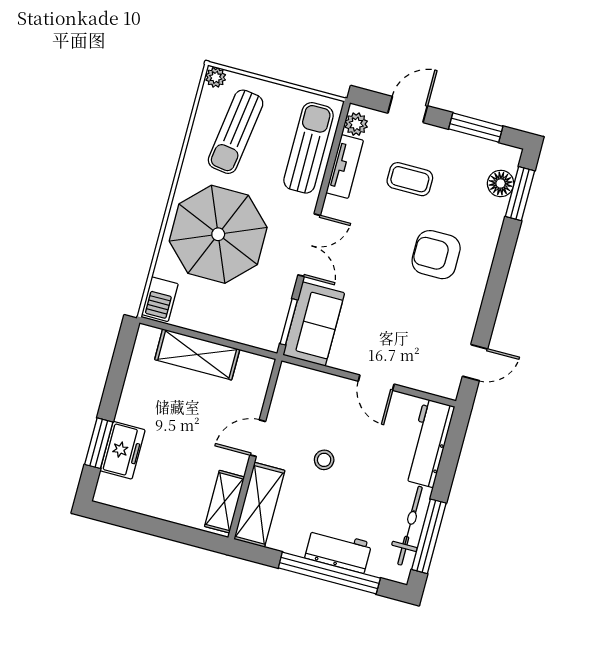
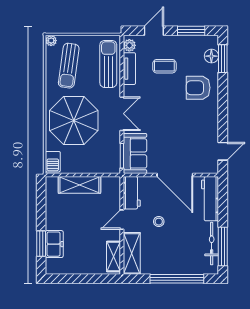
armchair: (436, 255) -> (198, 88), moved
door: (376, 383) -> (175, 175), width x1.87
workbench: (338, 550) -> (132, 193), moved, turned 90

